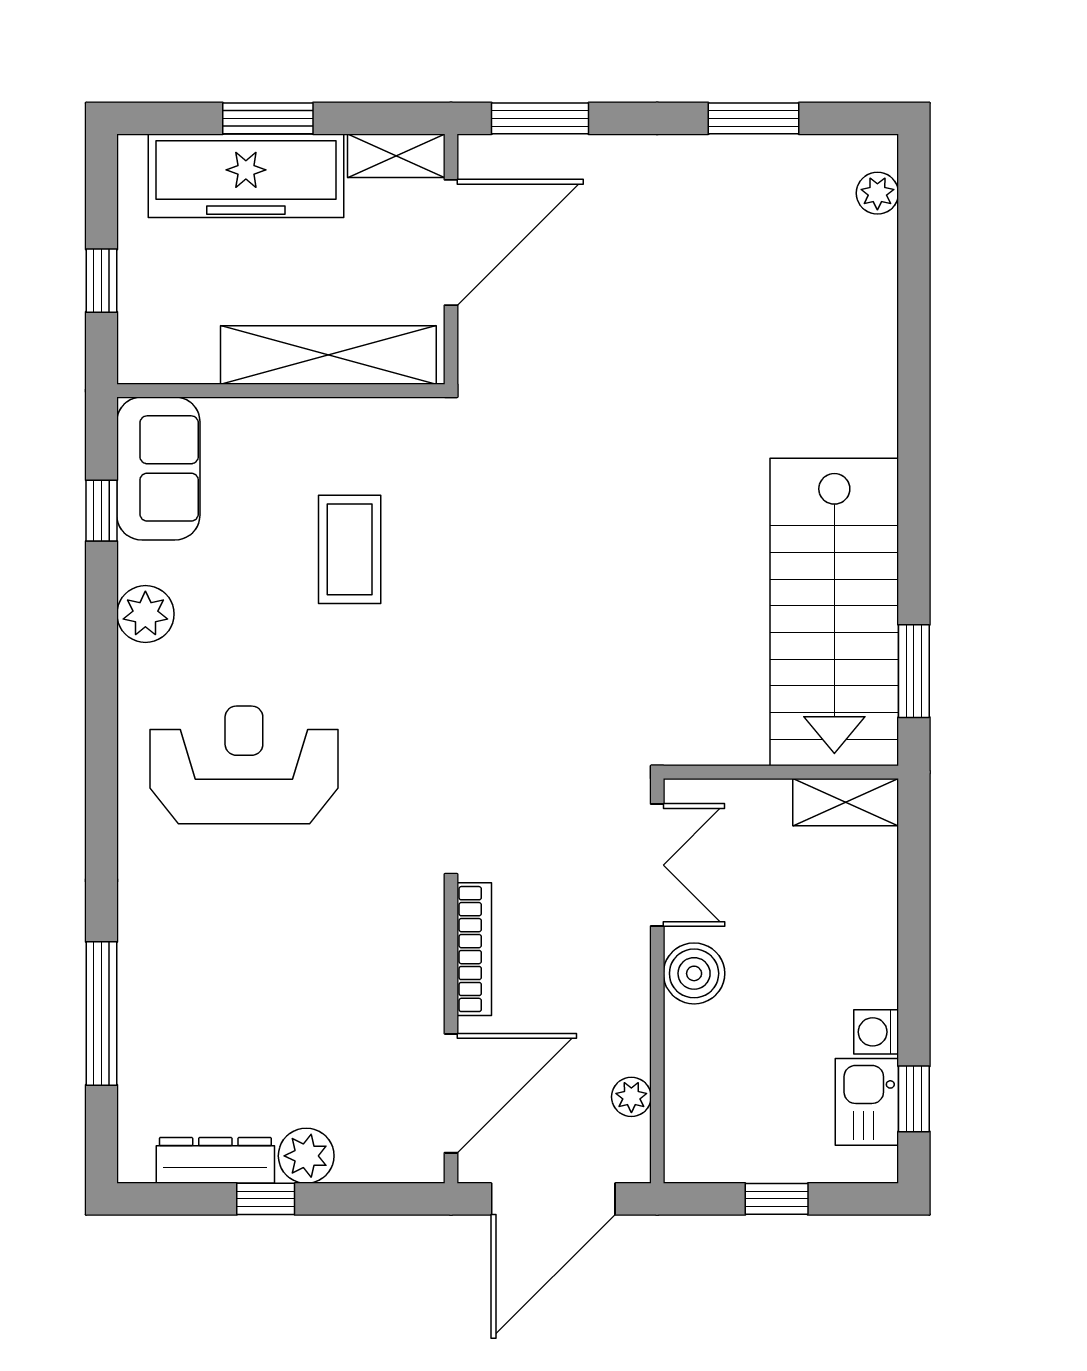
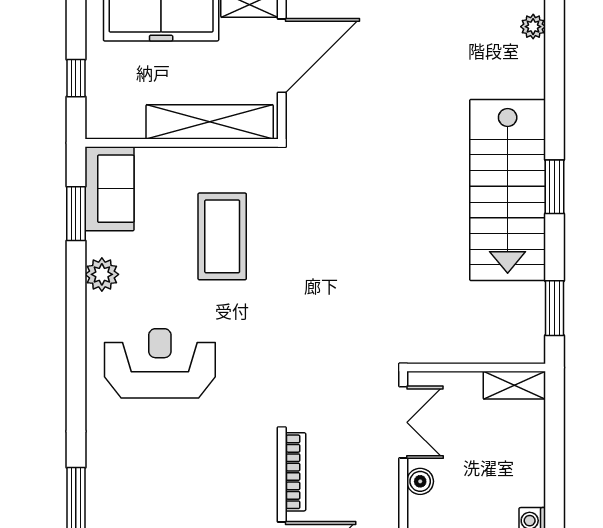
window: (914, 465) -> (555, 187), added
window: (101, 511) -> (76, 214), width x1.50
coffee table: (350, 549) -> (222, 236), width x1.36, depth x1.32
stairs: (834, 612) -> (508, 190), moved
boiler: (694, 973) -> (420, 481), width x0.73, depth x0.73

